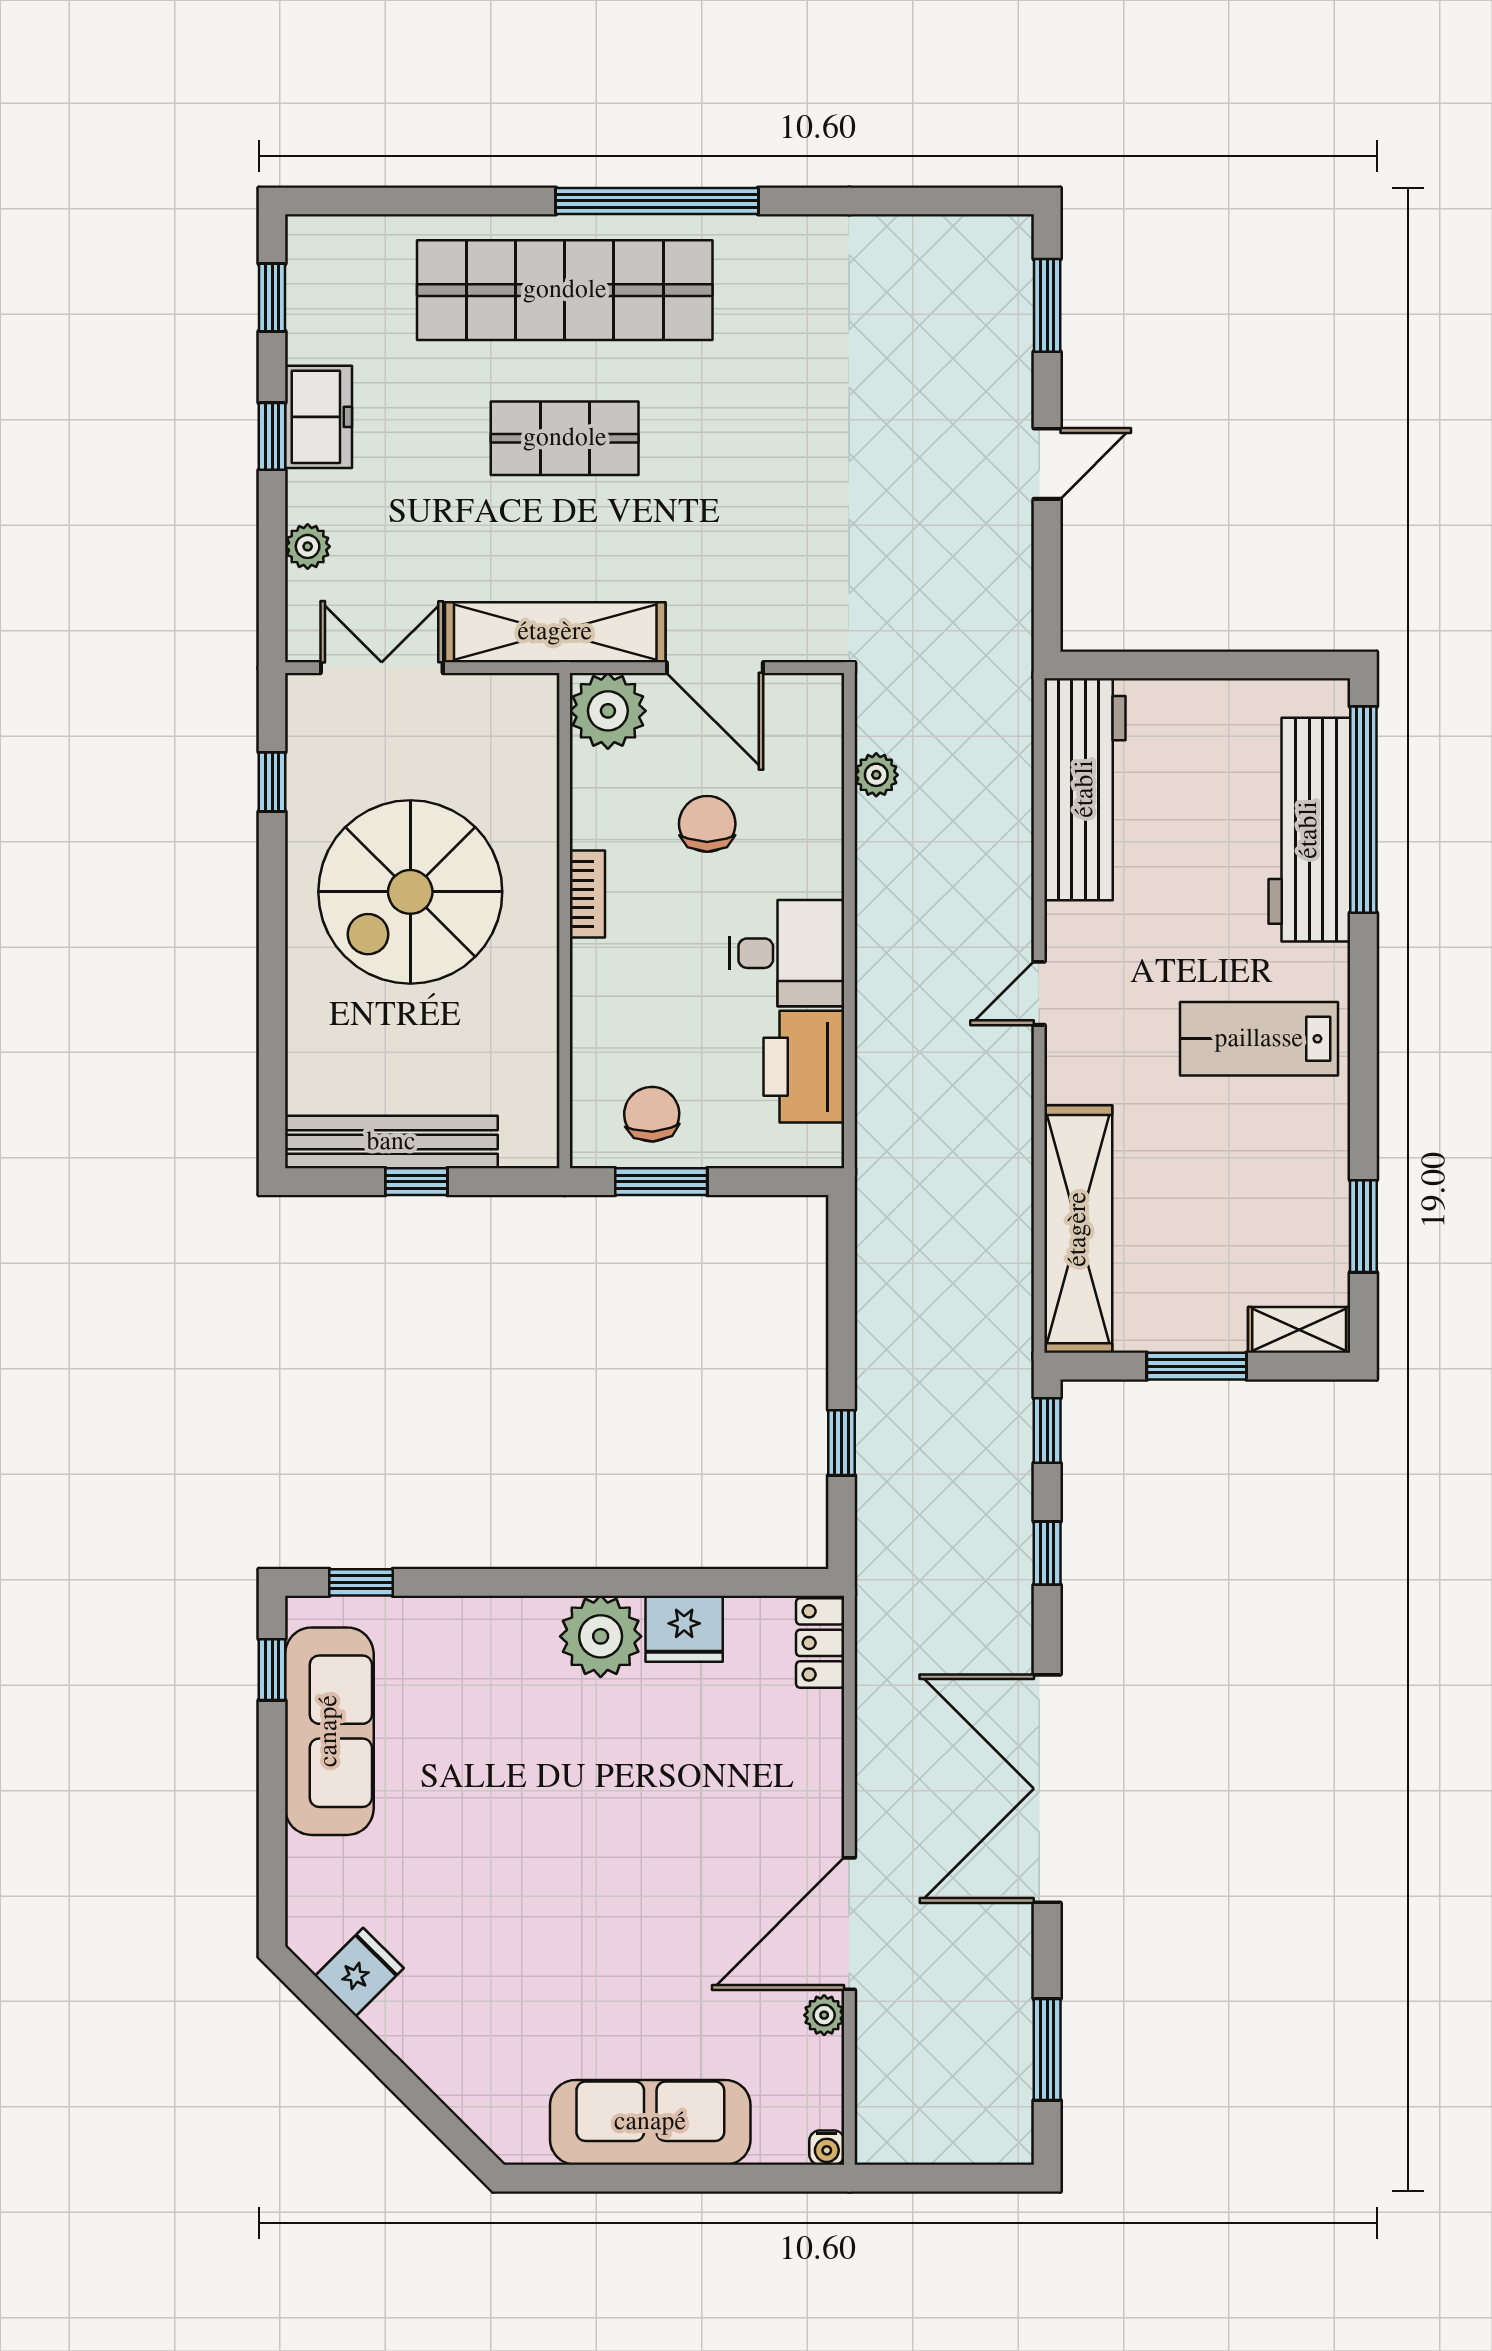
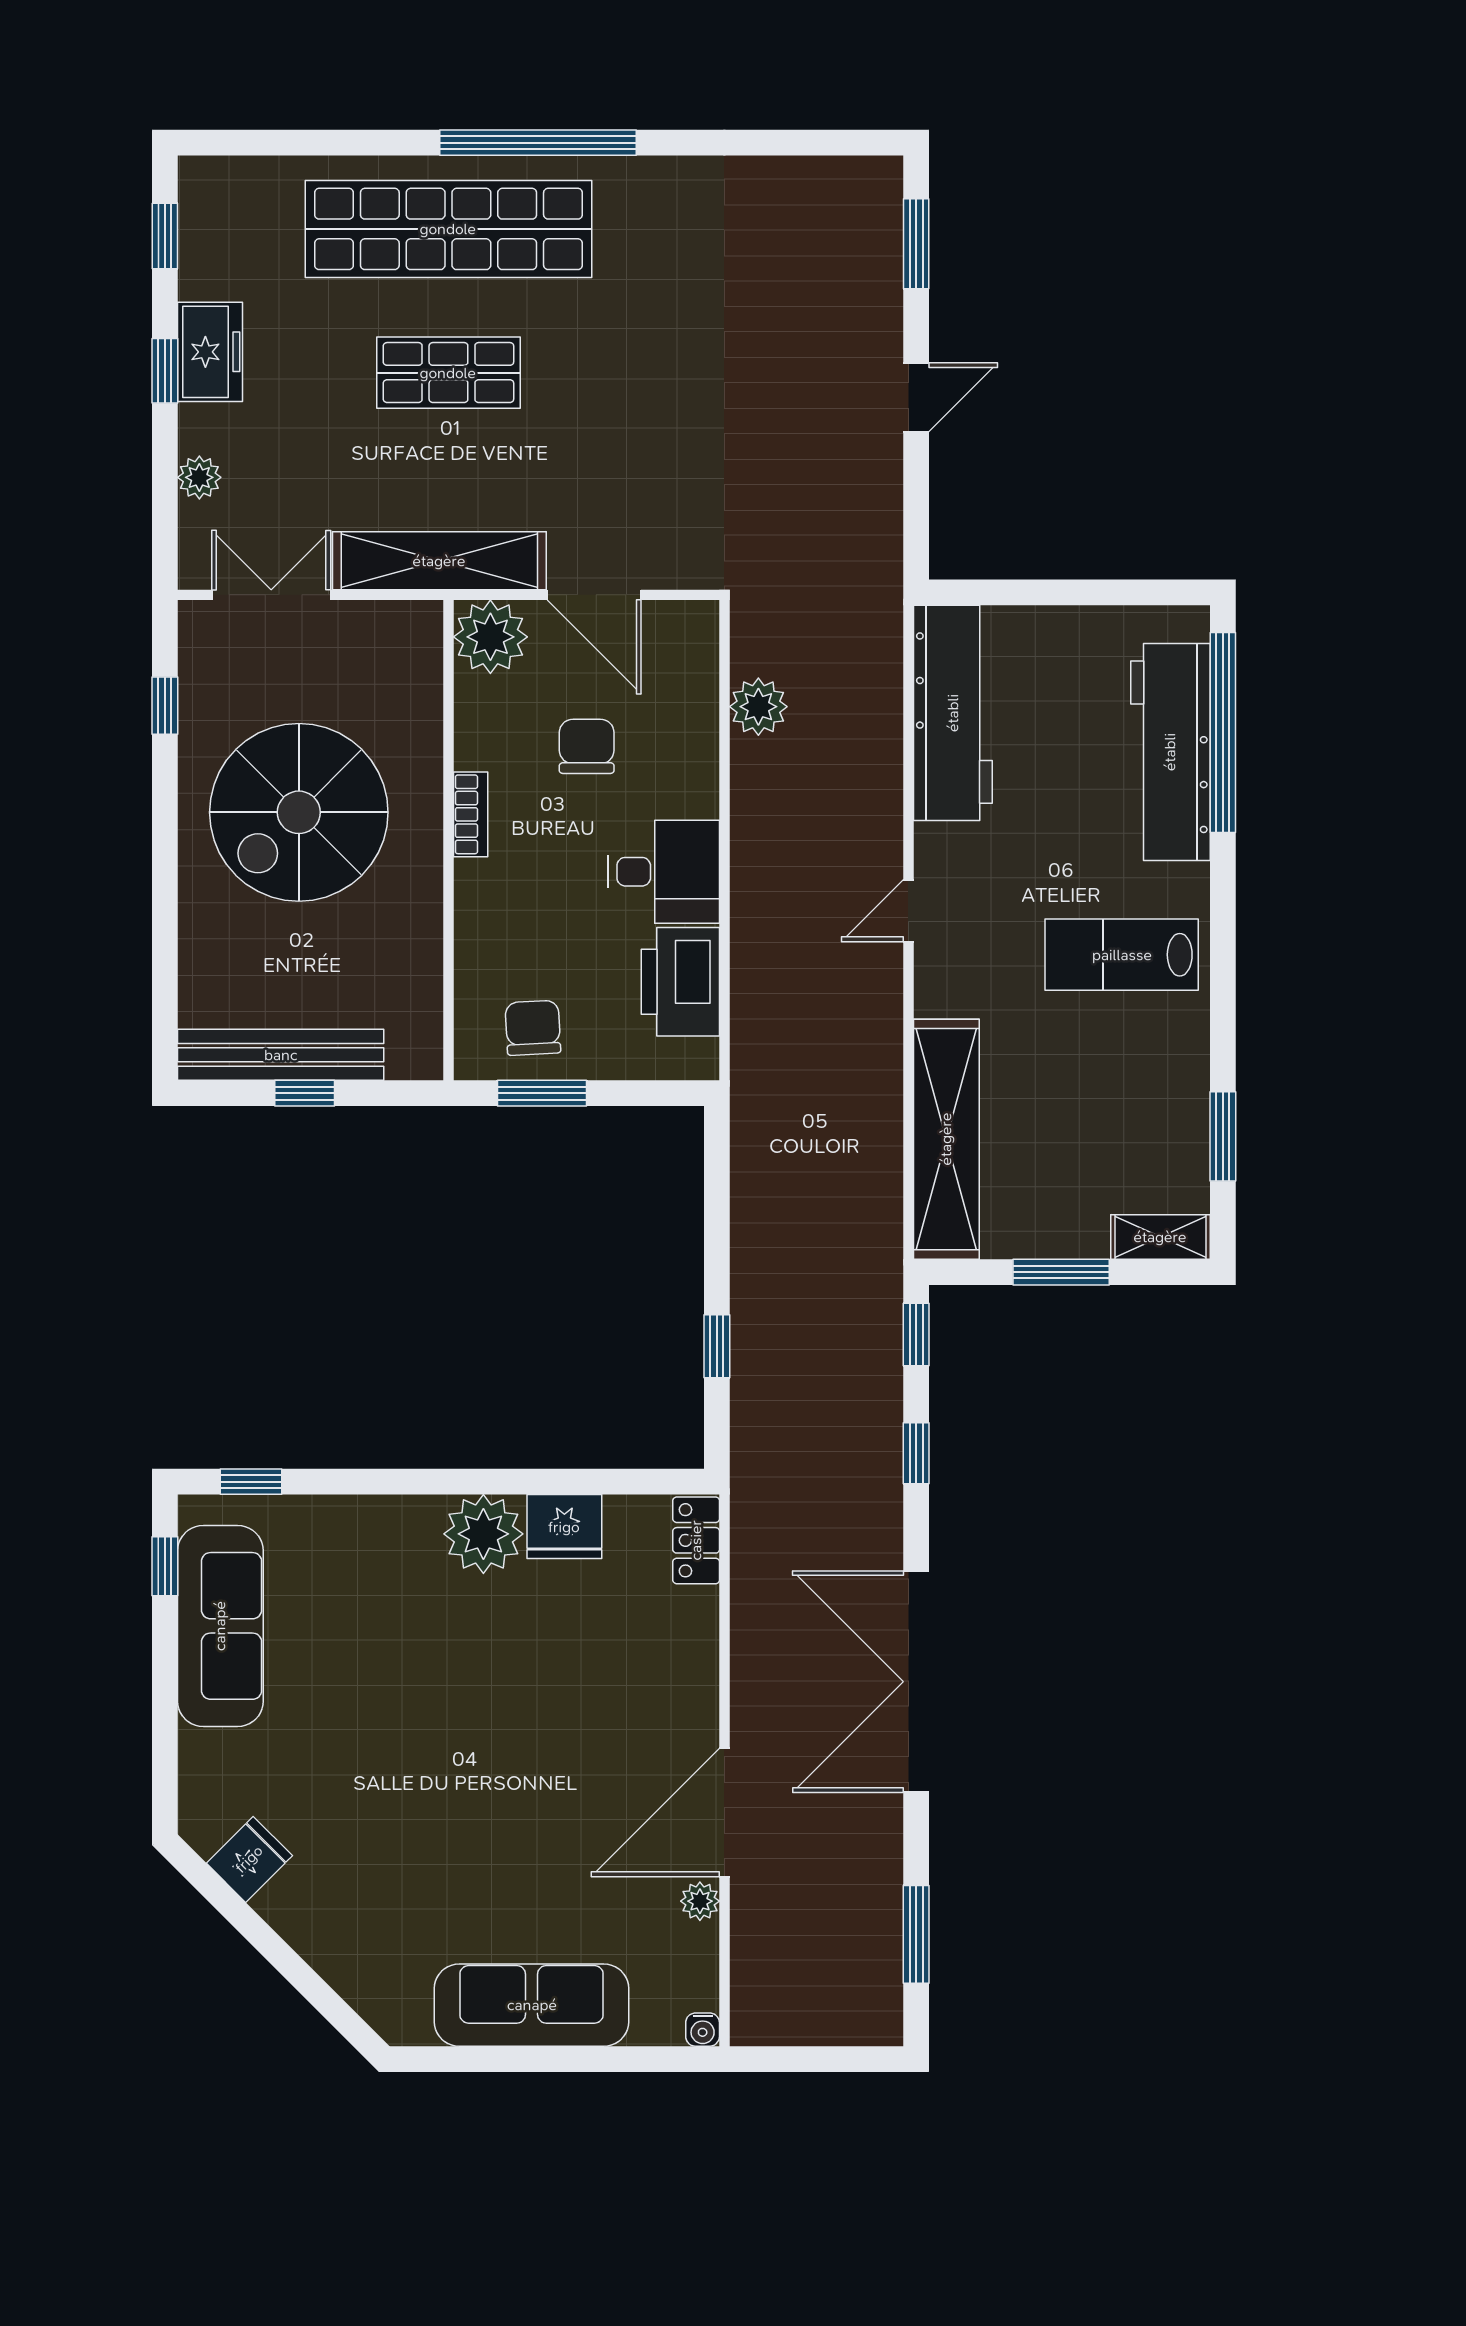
plant: (876, 775) -> (758, 707), width x1.38, depth x1.38

